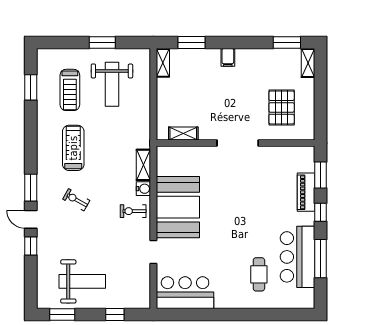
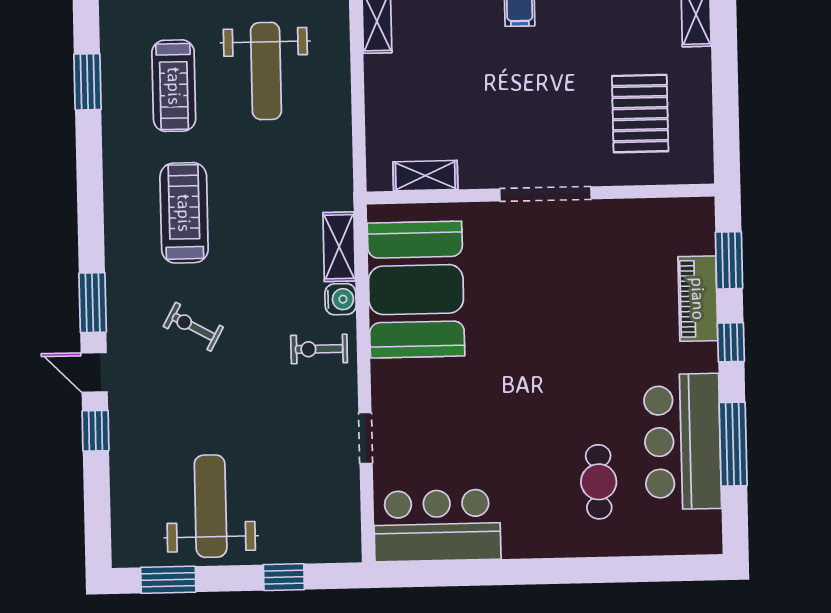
booth: (178, 207) -> (416, 290), moved
weight bench: (82, 281) -> (211, 506), turned -90

